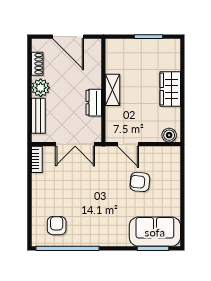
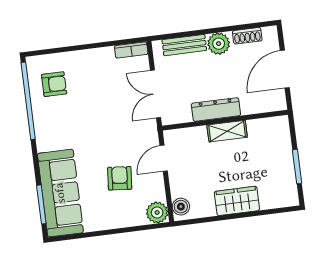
dresser: (94, 103) -> (216, 109), width x1.44
plant: (171, 155) -> (157, 213), added
sofa: (155, 232) -> (60, 193), width x1.36

